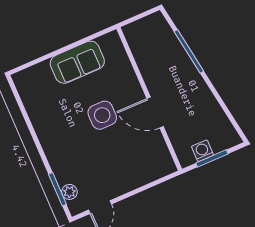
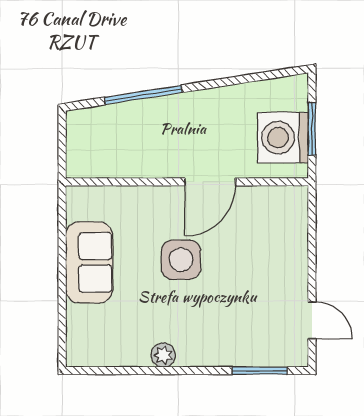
washing machine: (202, 151) -> (283, 138), width x1.89, depth x1.89
plant: (69, 192) -> (163, 355), moved

